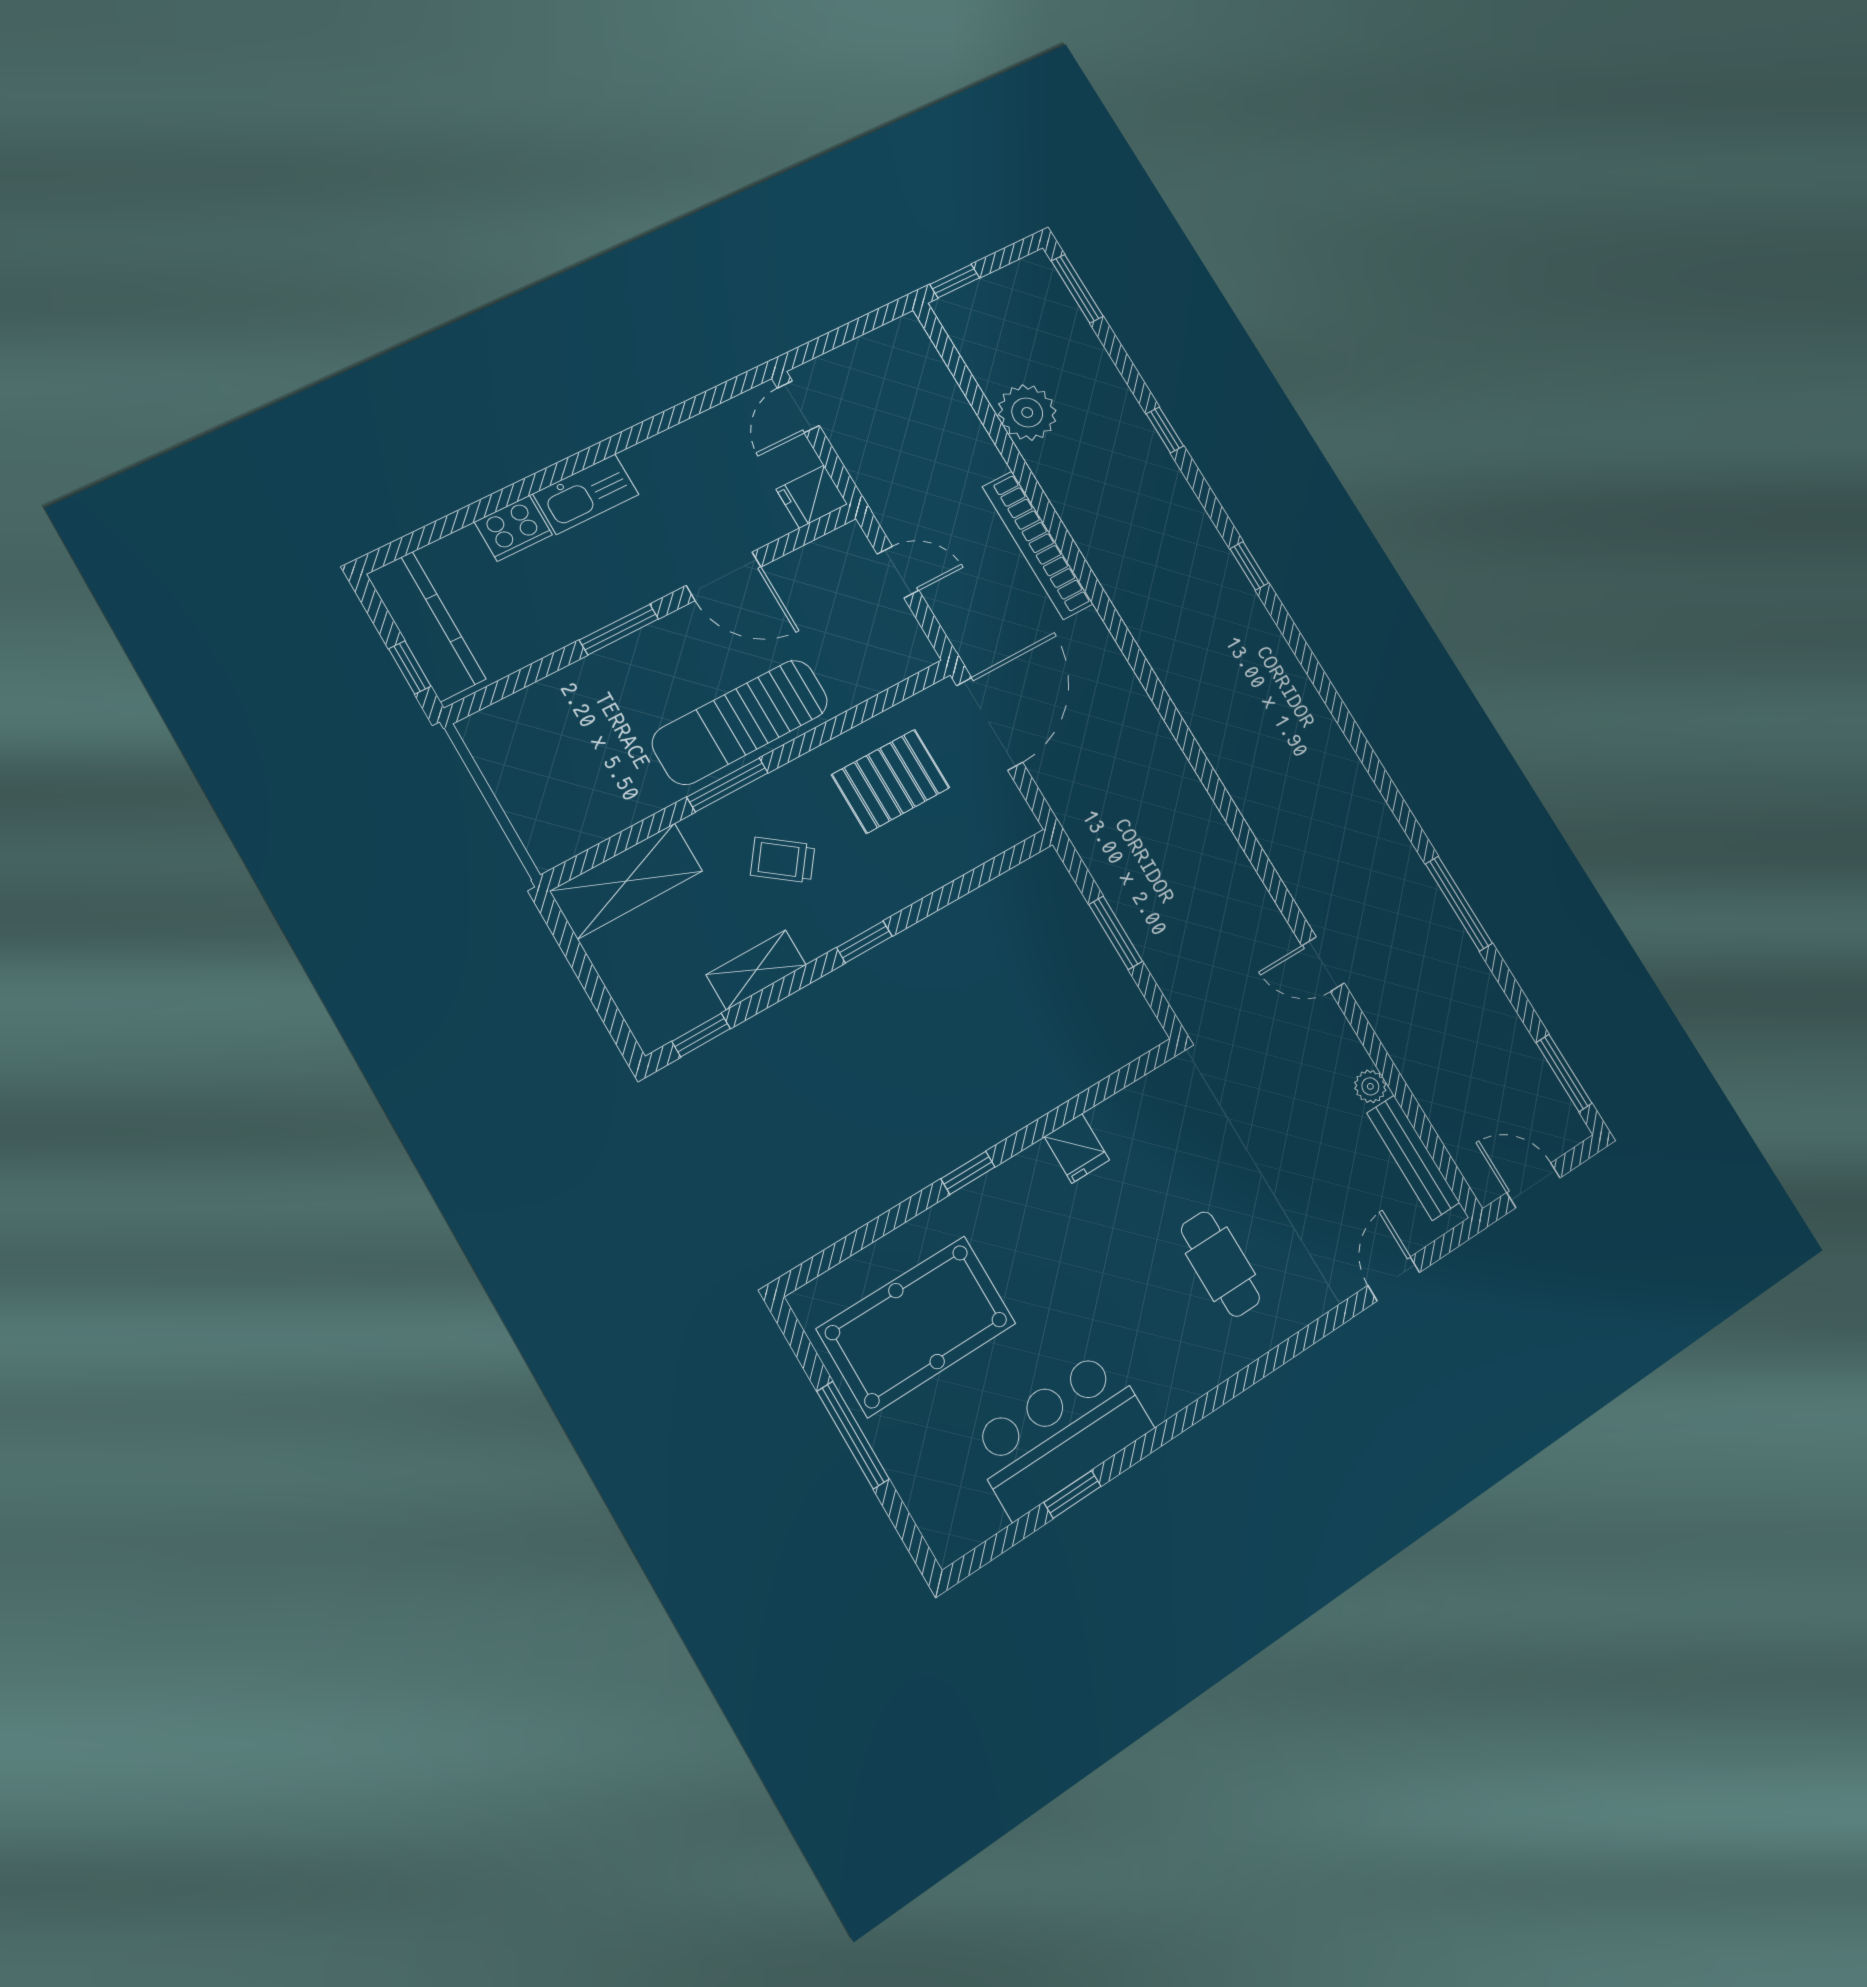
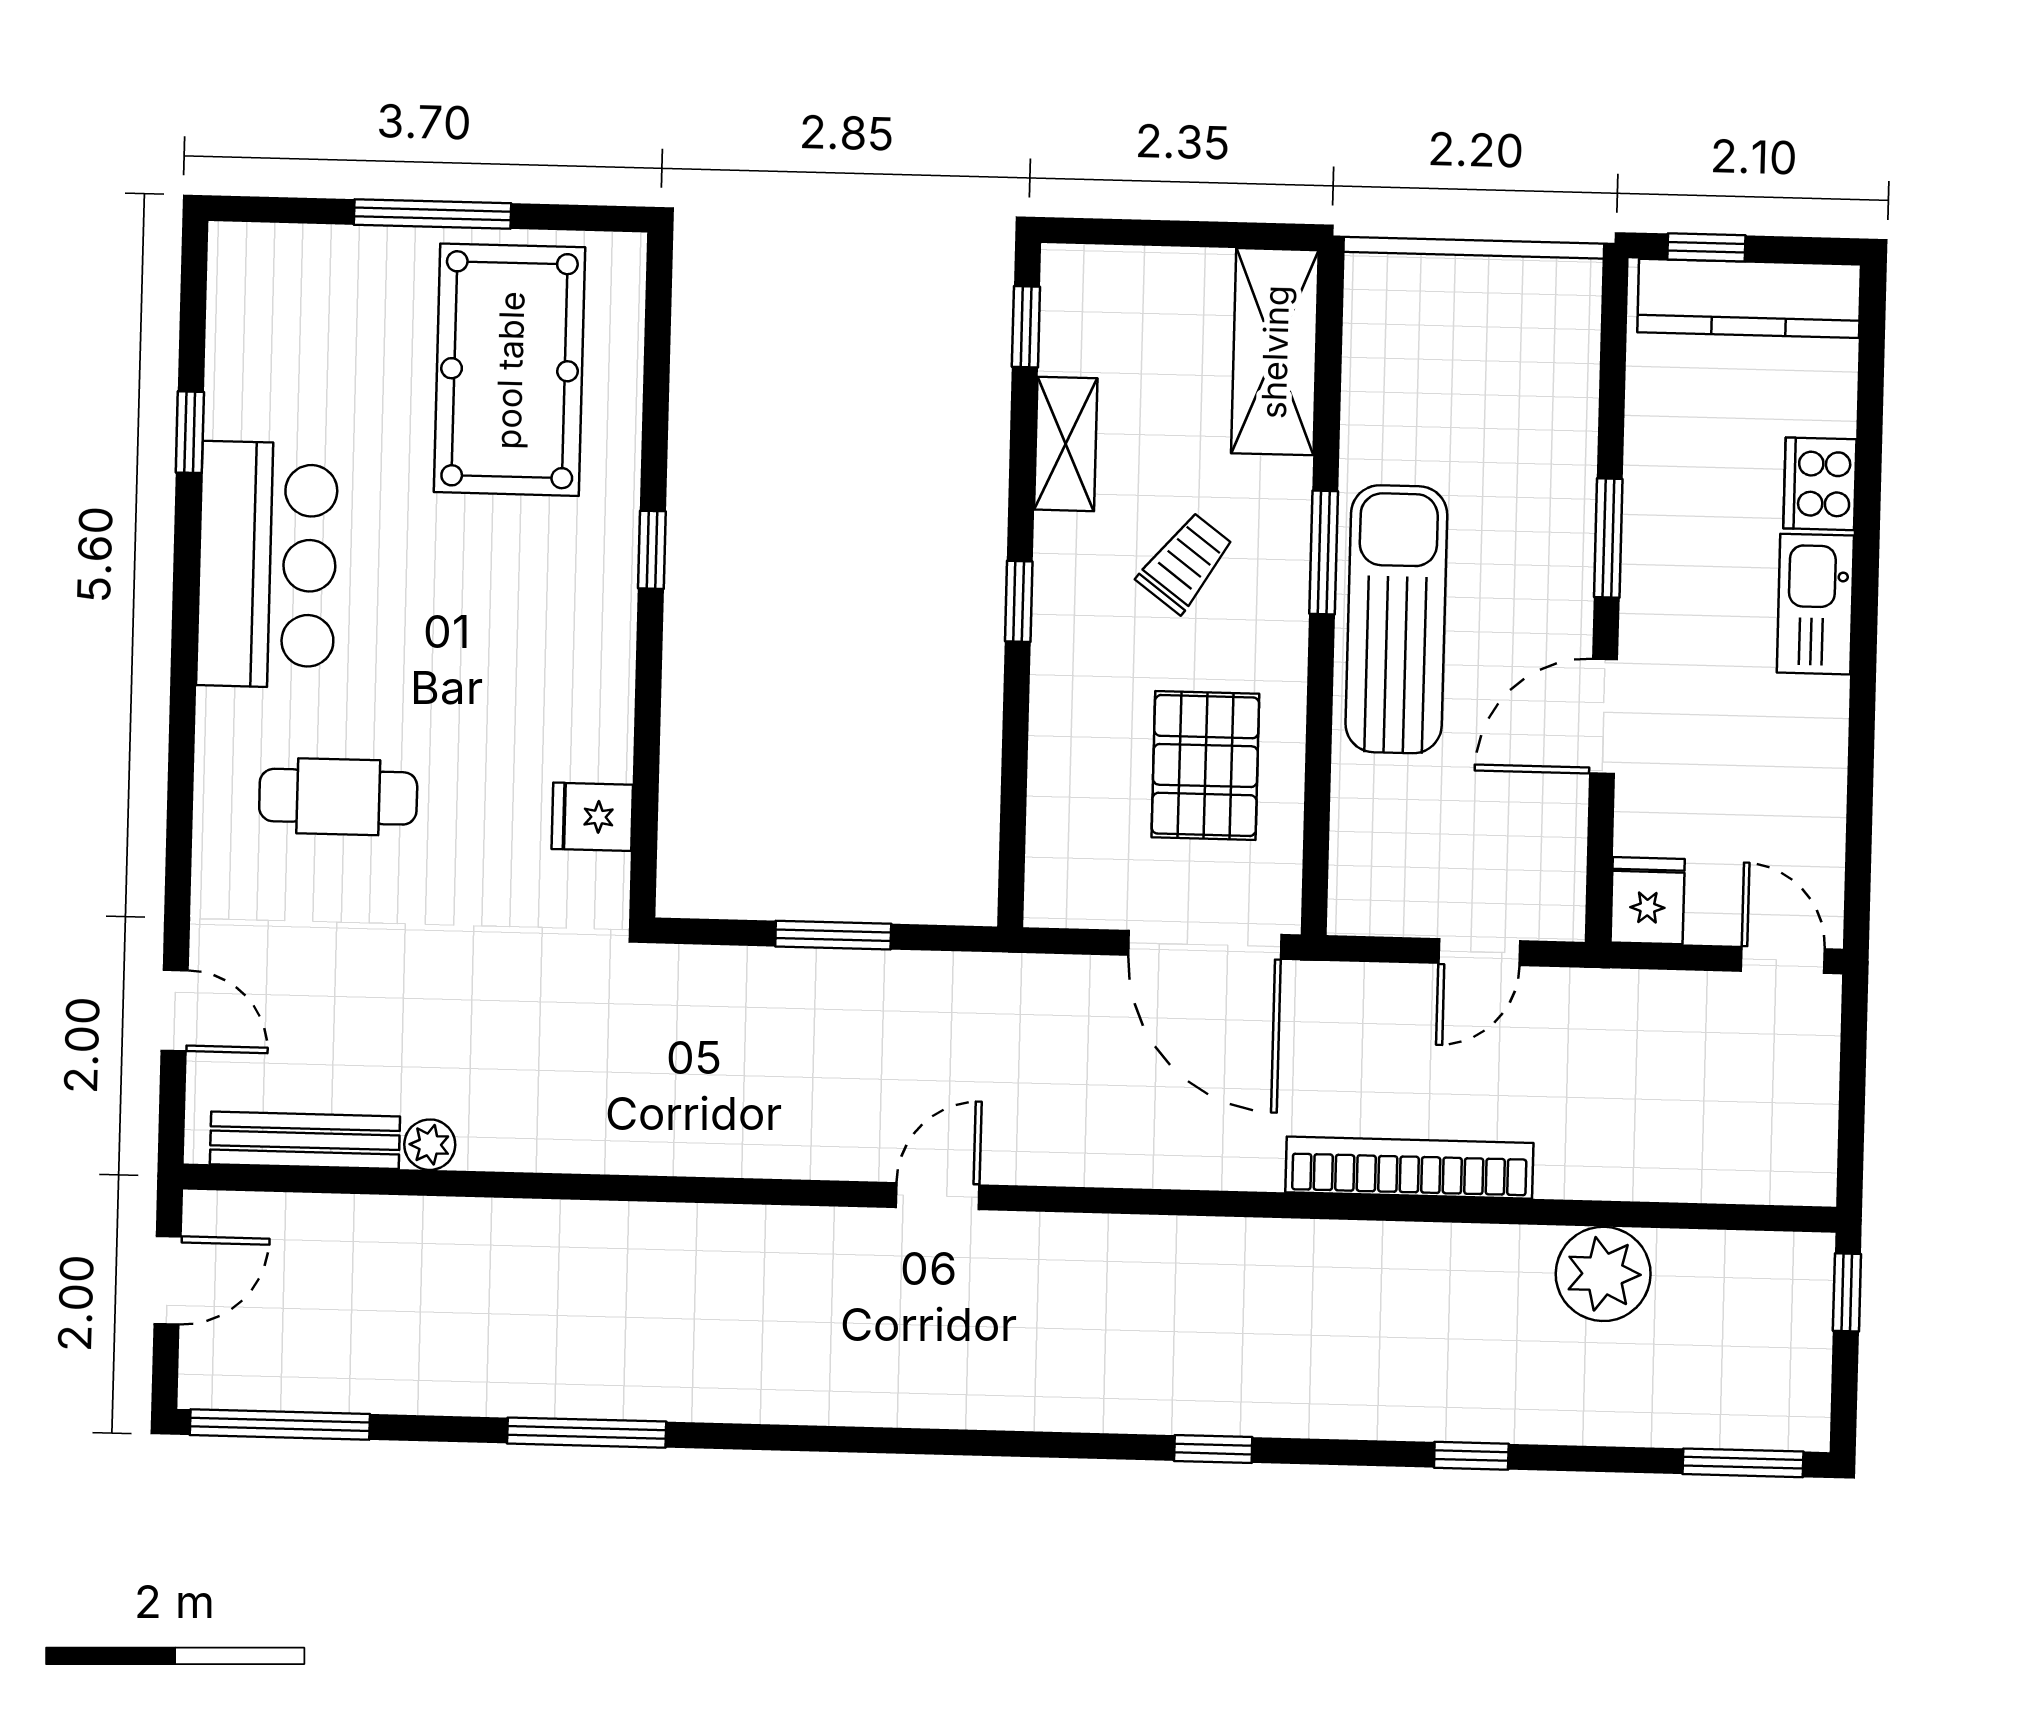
door: (1323, 964) -> (938, 1196), moved
window: (1564, 1073) -> (280, 1425), width x1.44
fridge: (1077, 1148) -> (592, 817), moved
bar counter: (1060, 1433) -> (267, 565), moved

